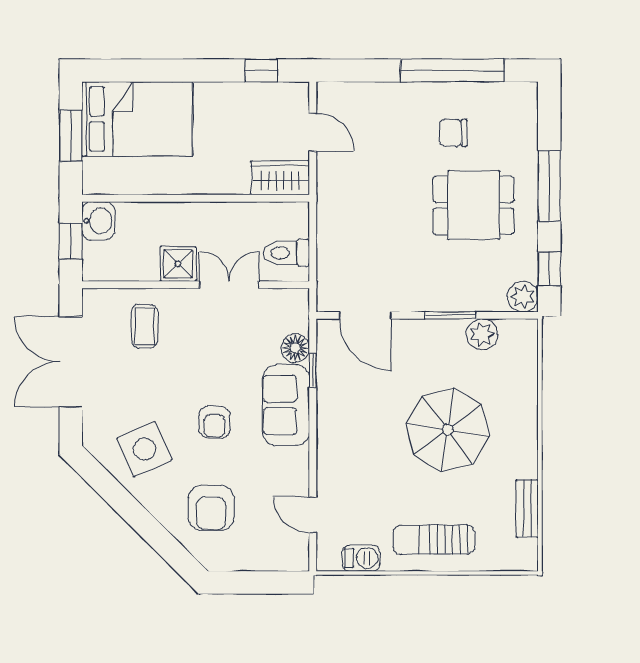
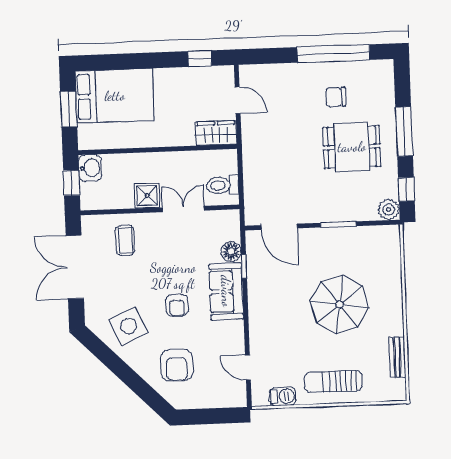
plant: (482, 334) -> (361, 237), removed

